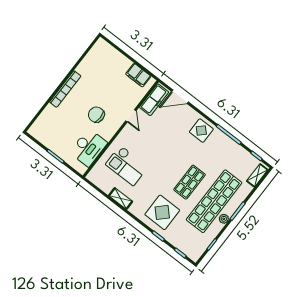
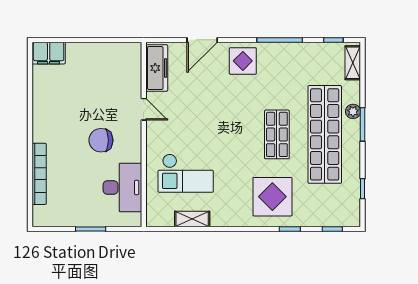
filing cabinet: (138, 75) -> (49, 53), moved
bookcase: (65, 89) -> (39, 174), moved
door: (180, 97) -> (202, 40), moved
shelving: (121, 198) -> (192, 219), moved
plant: (224, 219) -> (353, 111), moved

